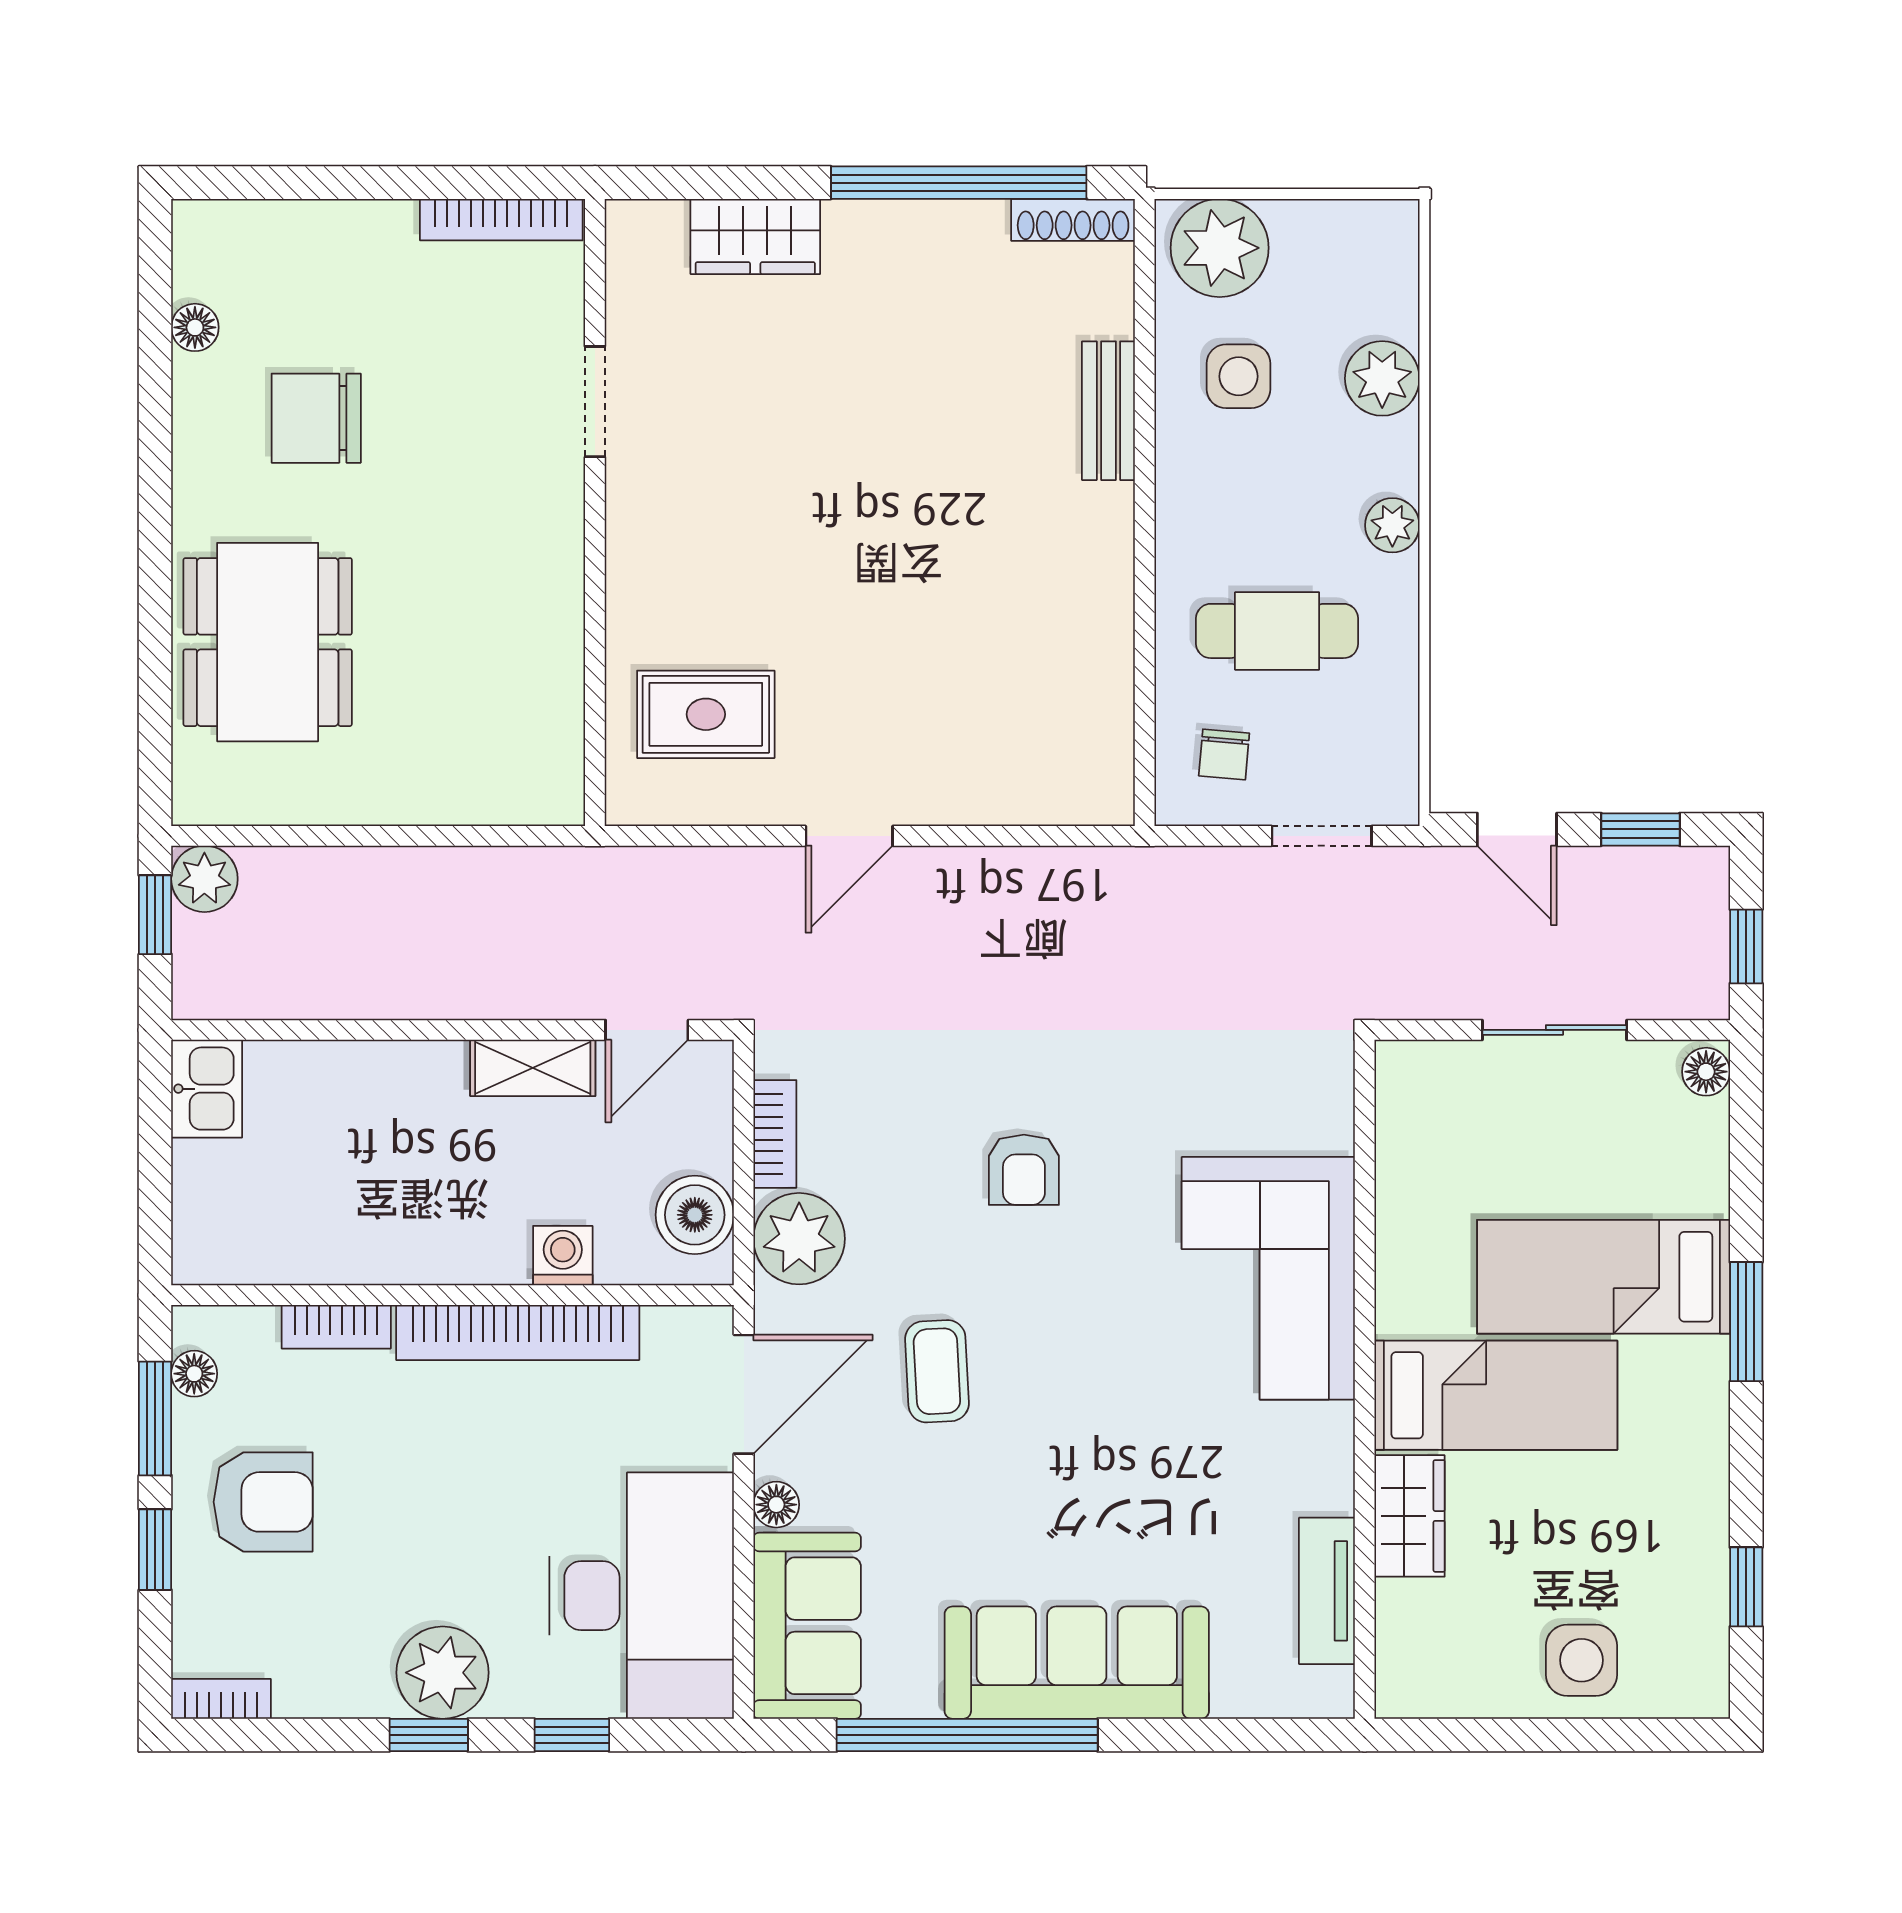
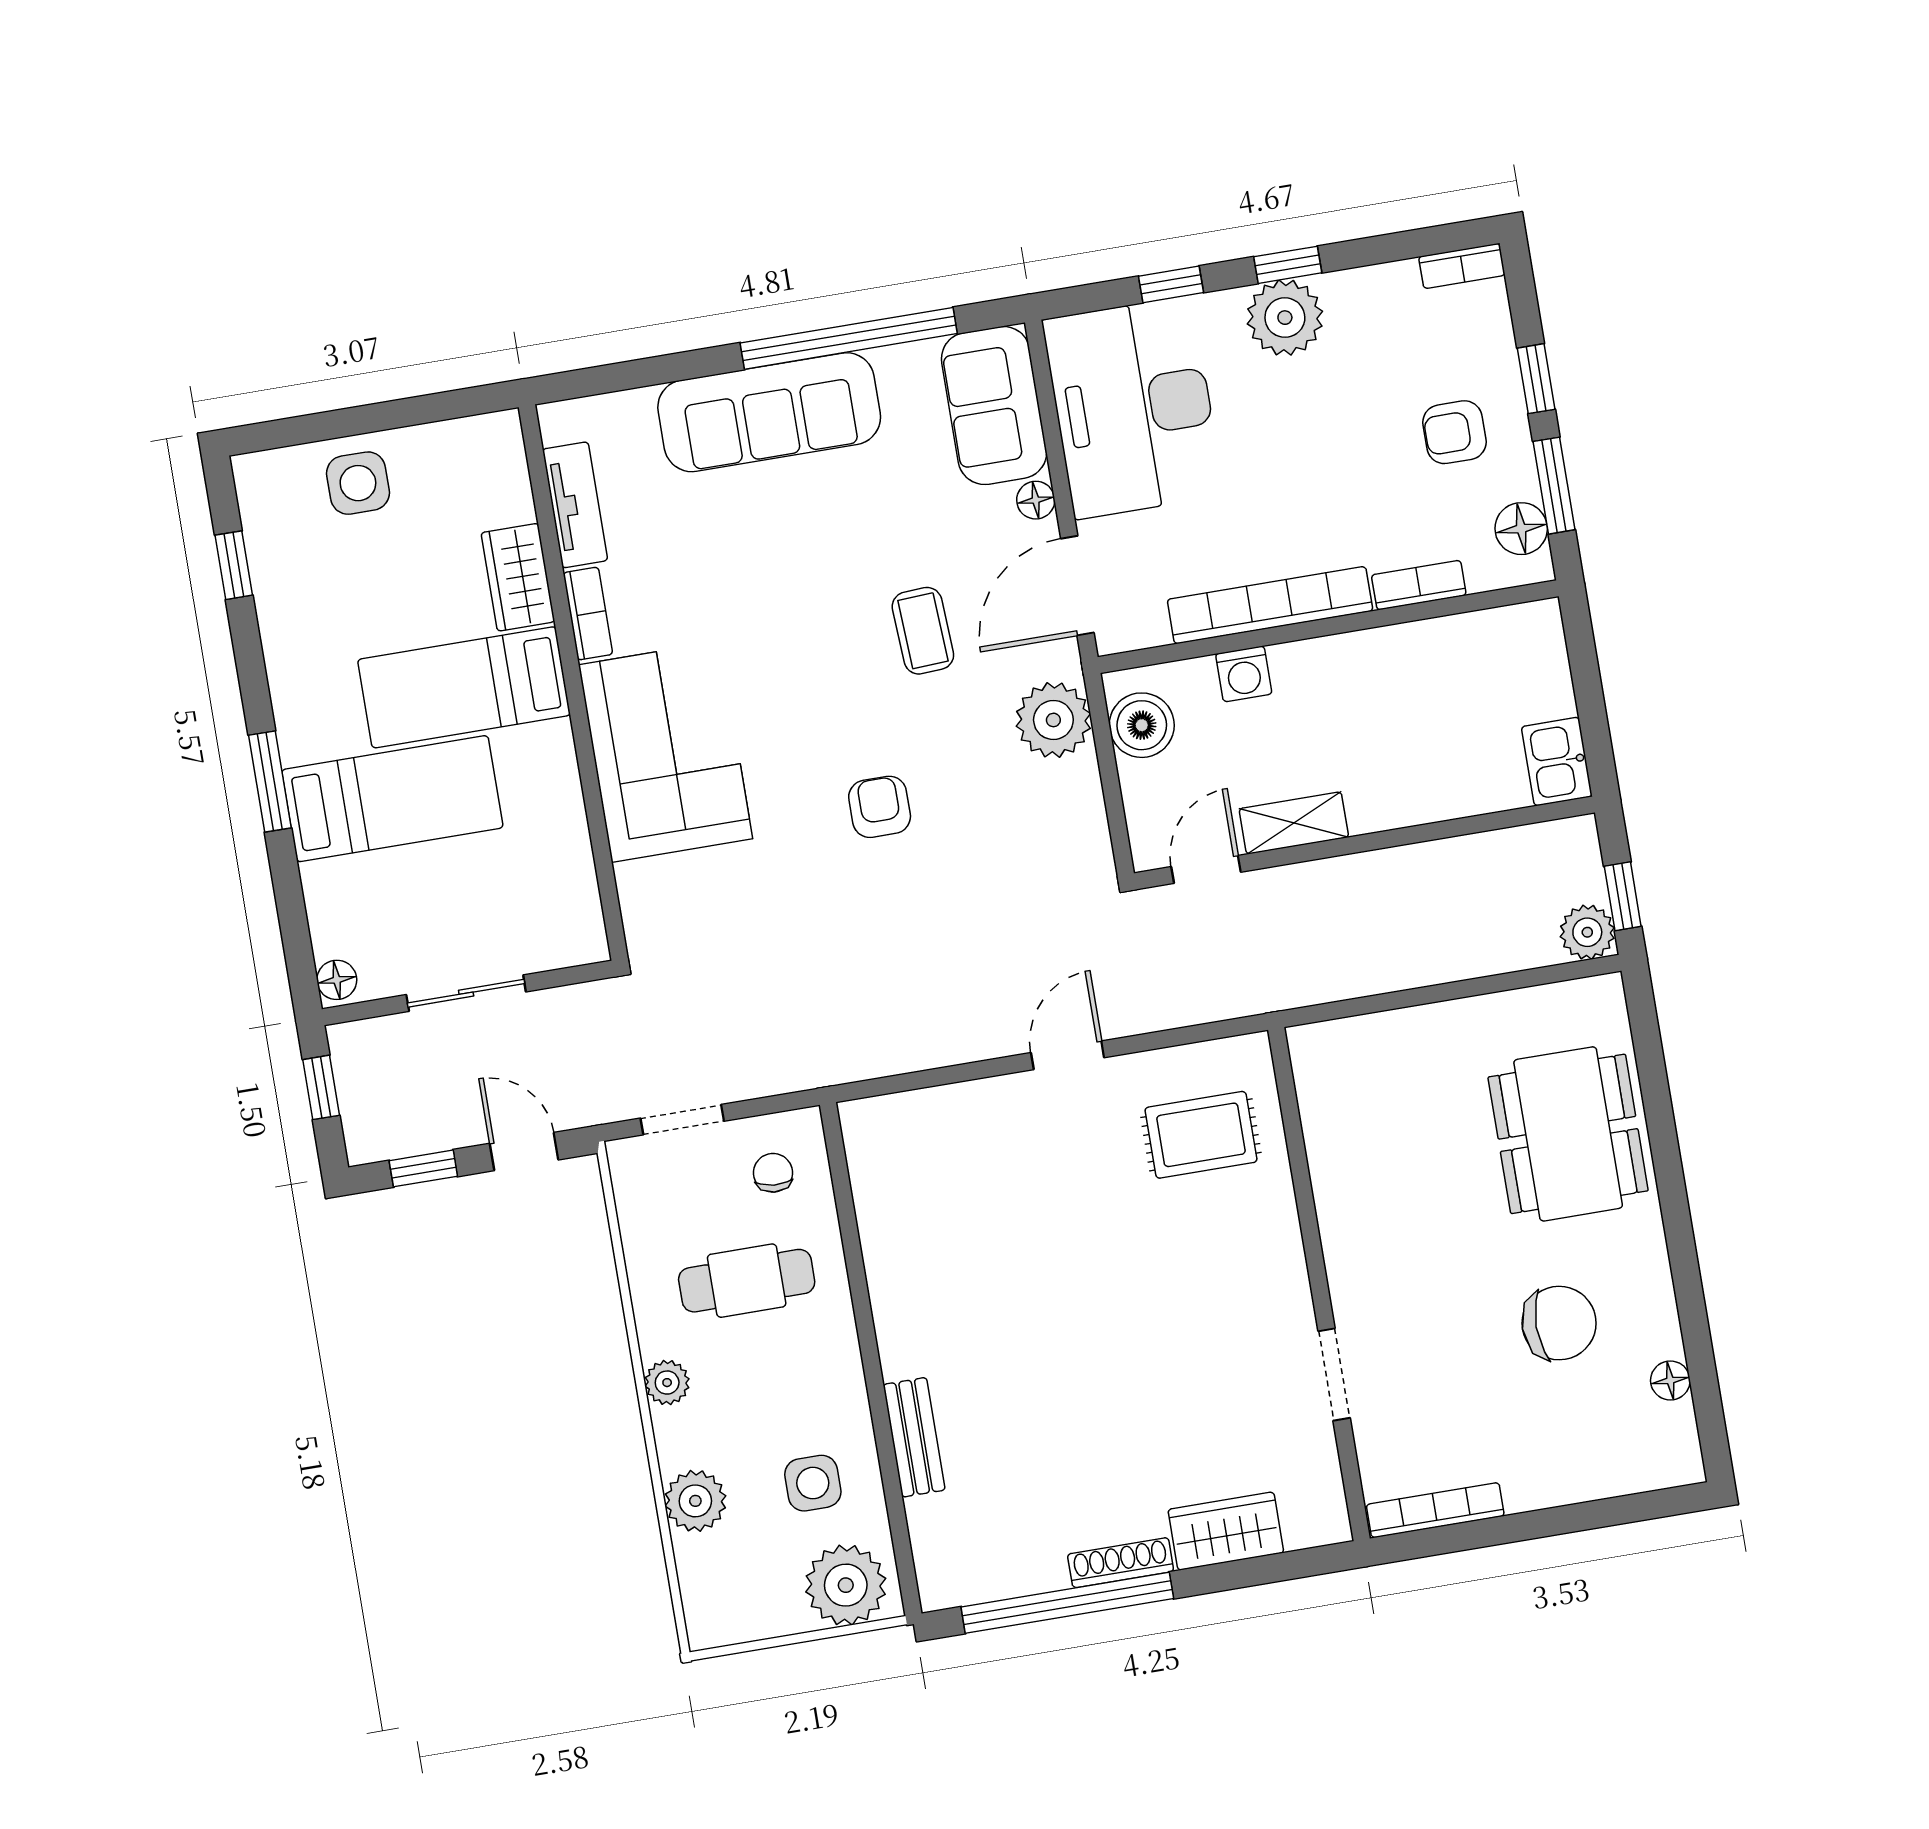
shoe rack: (1073, 220) -> (1121, 1563), moved
bookcase: (775, 1134) -> (588, 614), moved, turned 180
floor lamp: (194, 1374) -> (1521, 529), width x1.37, depth x1.37
armchair: (263, 1502) -> (1454, 432), width x0.72, depth x0.72

